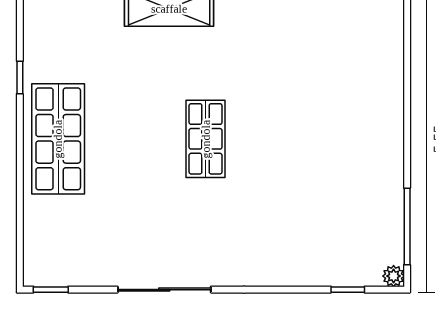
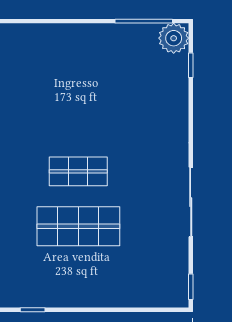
shop shelf: (58, 139) -> (78, 226), moved
plant: (394, 276) -> (174, 38), width x1.88, depth x1.88

